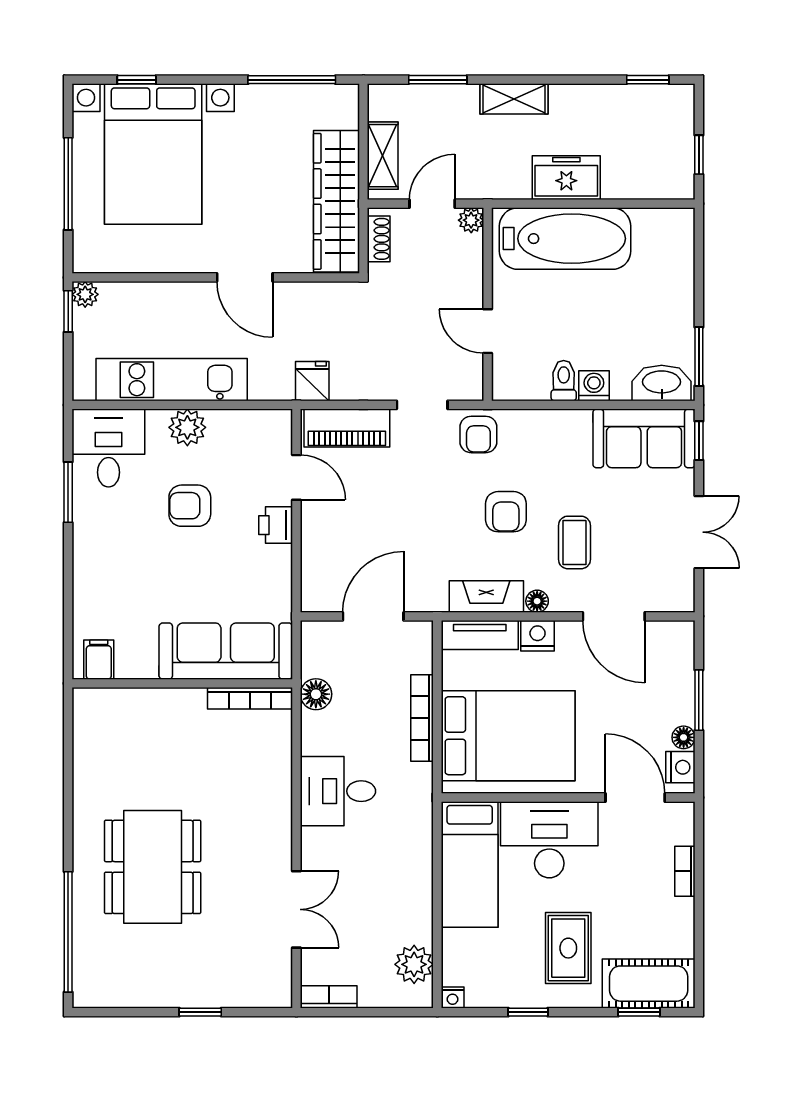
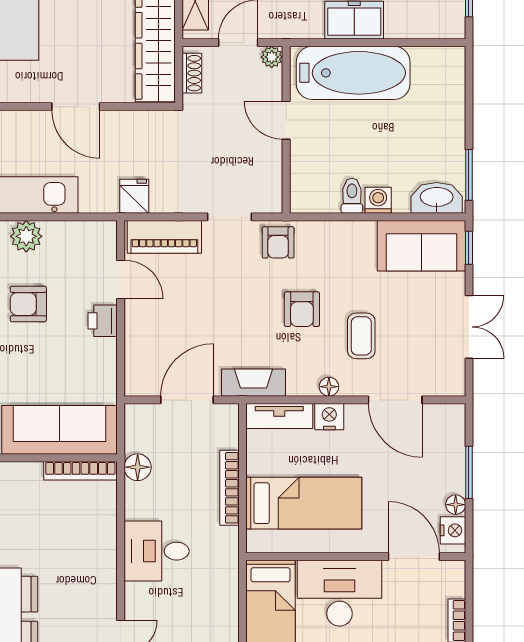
door: (488, 331) -> (286, 120), moved
fireplace: (486, 597) -> (253, 383), moved
bed: (508, 736) -> (304, 503), width x0.67

